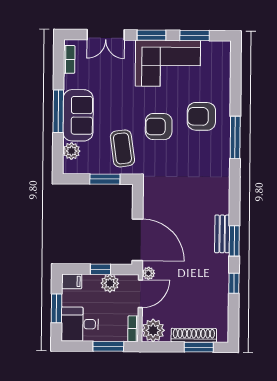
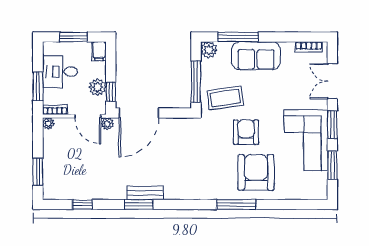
window: (58, 111) -> (238, 37), moved
armchair: (201, 116) -> (256, 172), width x1.36, depth x1.36
plant: (71, 151) -> (209, 50), moved
window: (105, 179) -> (196, 82), width x1.44
window: (101, 269) -> (111, 92), moved
window: (234, 283) -> (82, 204), moved
desk: (80, 324) -> (60, 72), moved, turned -90
plant: (153, 330) -> (48, 123), width x0.53, depth x0.53
shoe rack: (194, 335) -> (49, 167), removed

